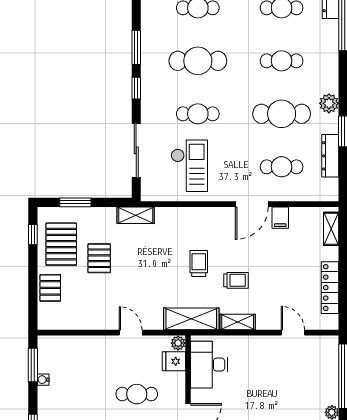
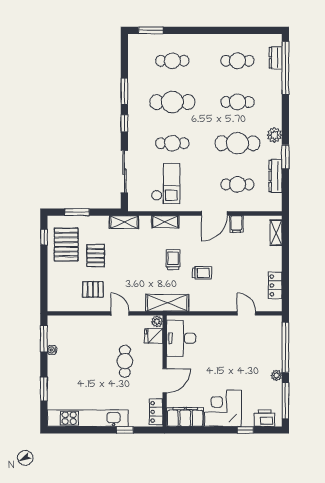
pallet: (50, 288) -> (93, 289), moved, turned 90
locker: (330, 288) -> (275, 285), width x0.66
shelving: (238, 322) -> (165, 222), moved
cafe table: (137, 394) -> (125, 361), turned 90

